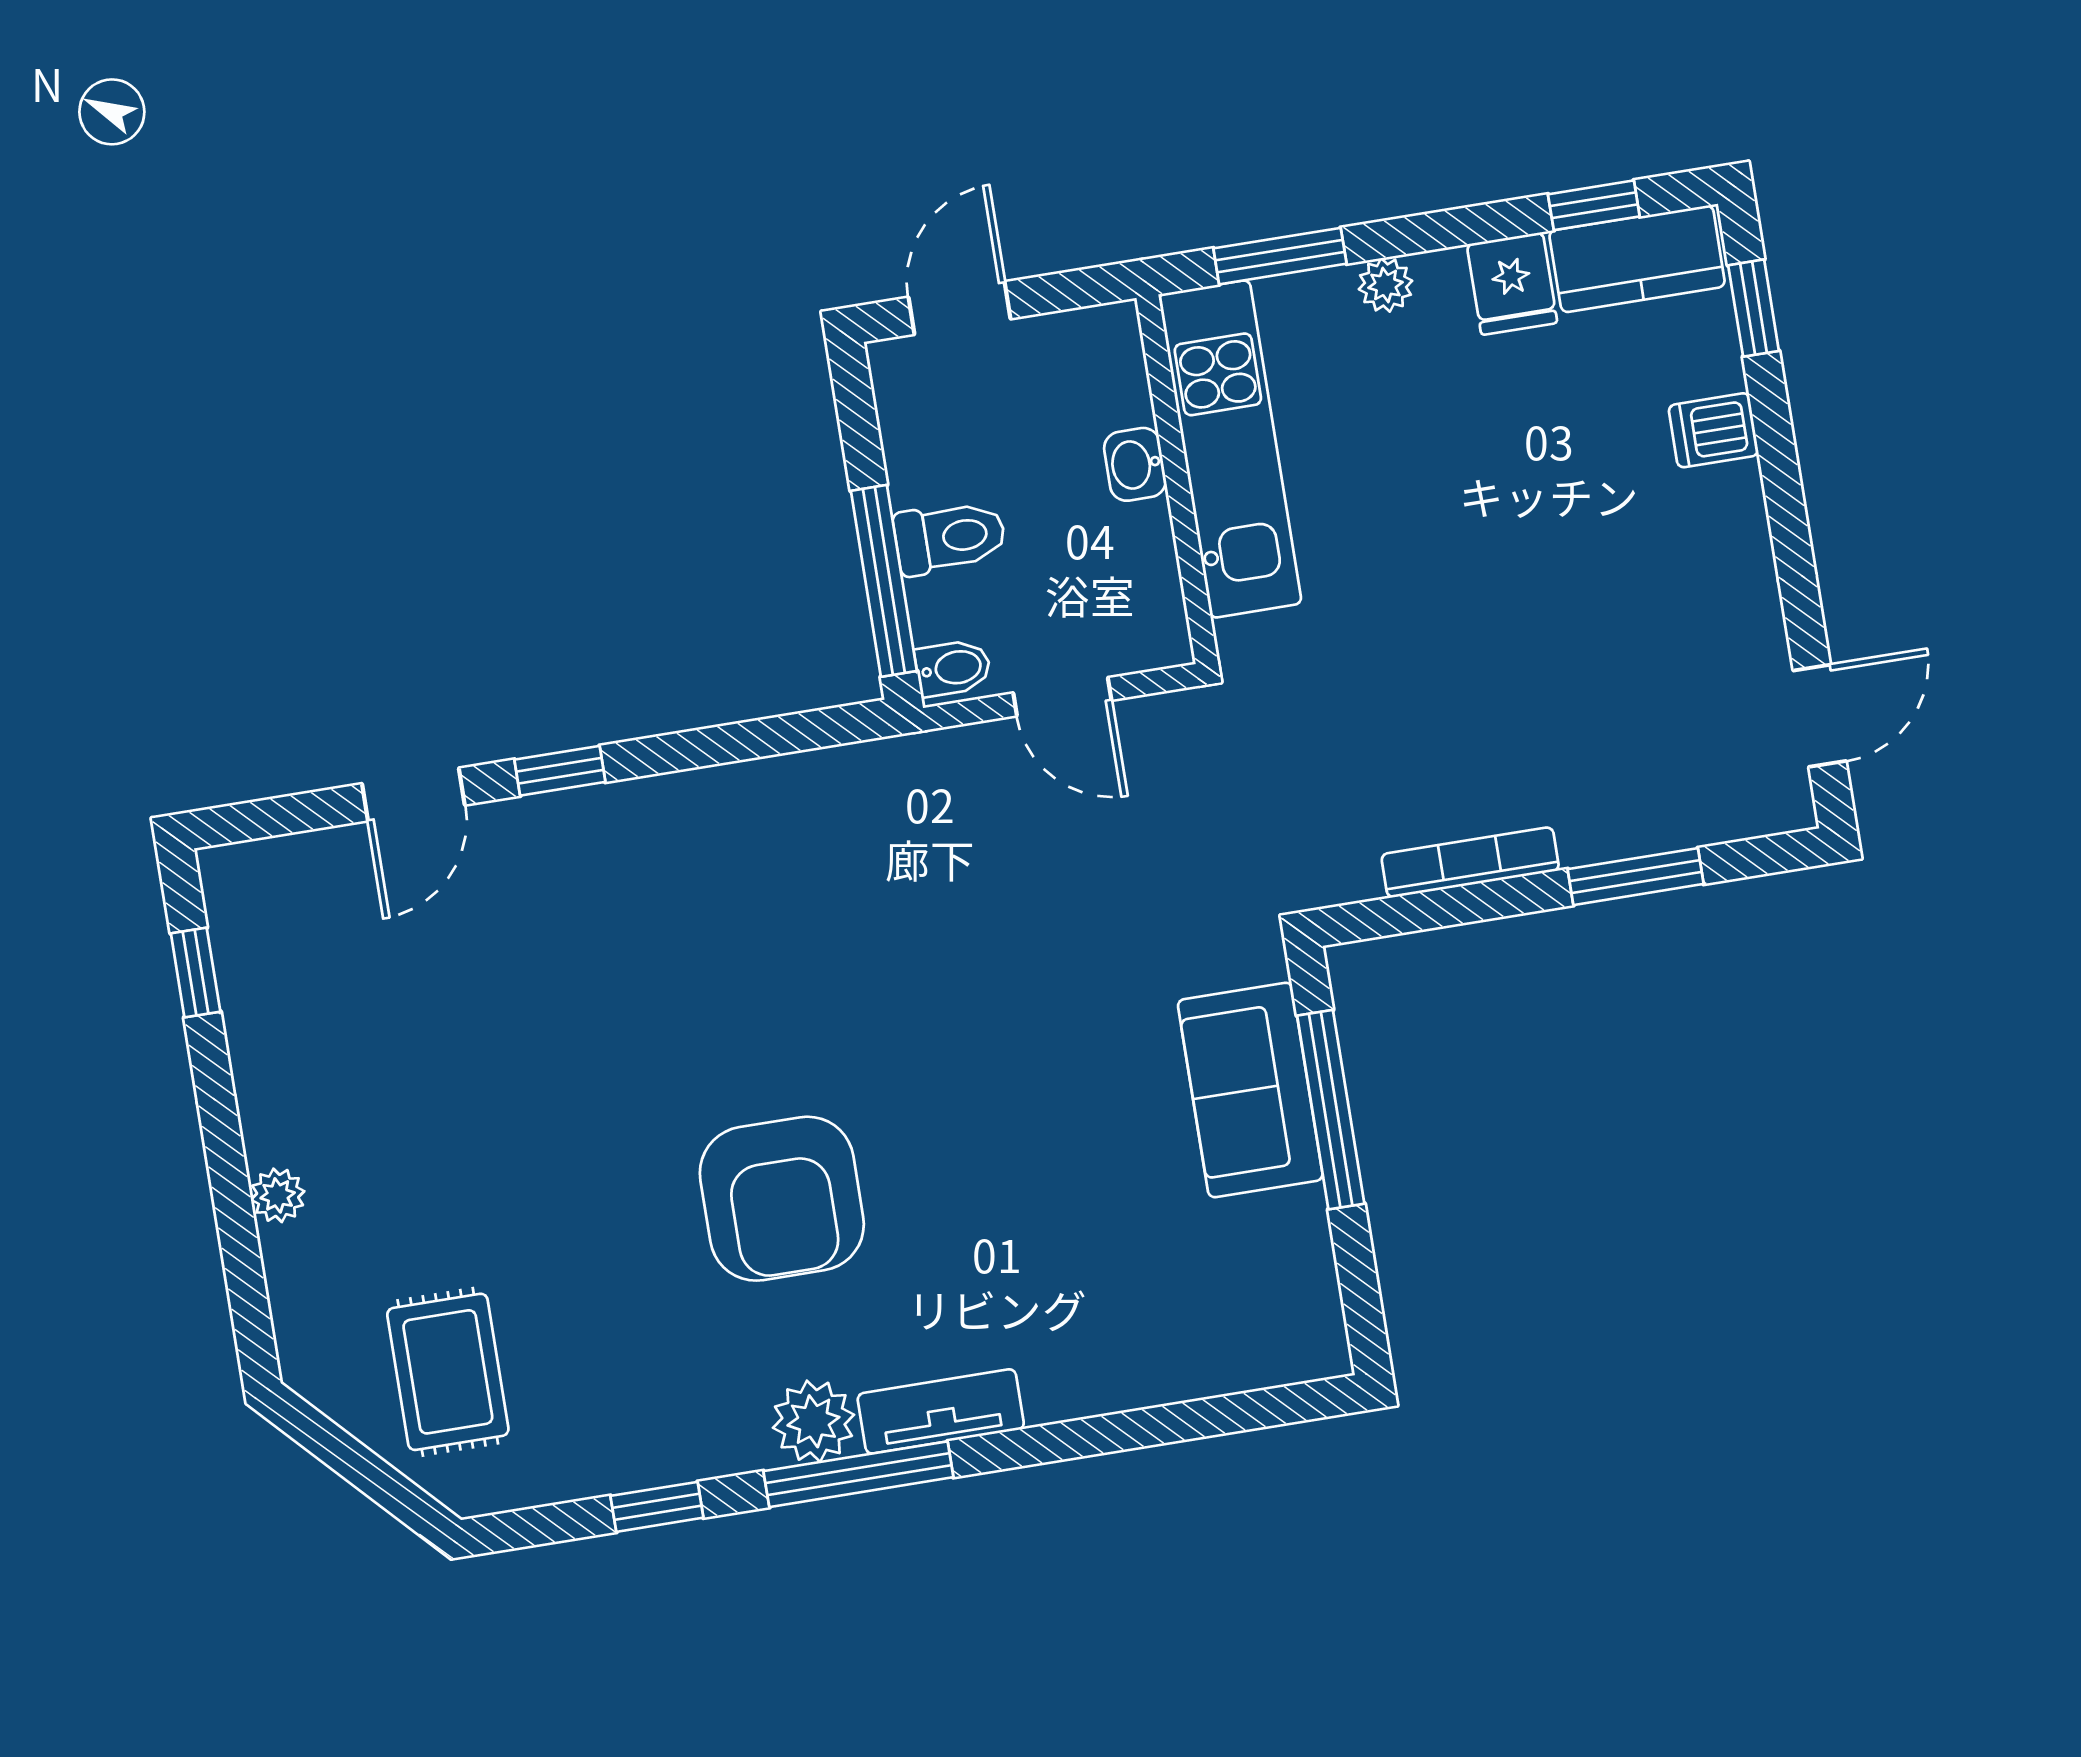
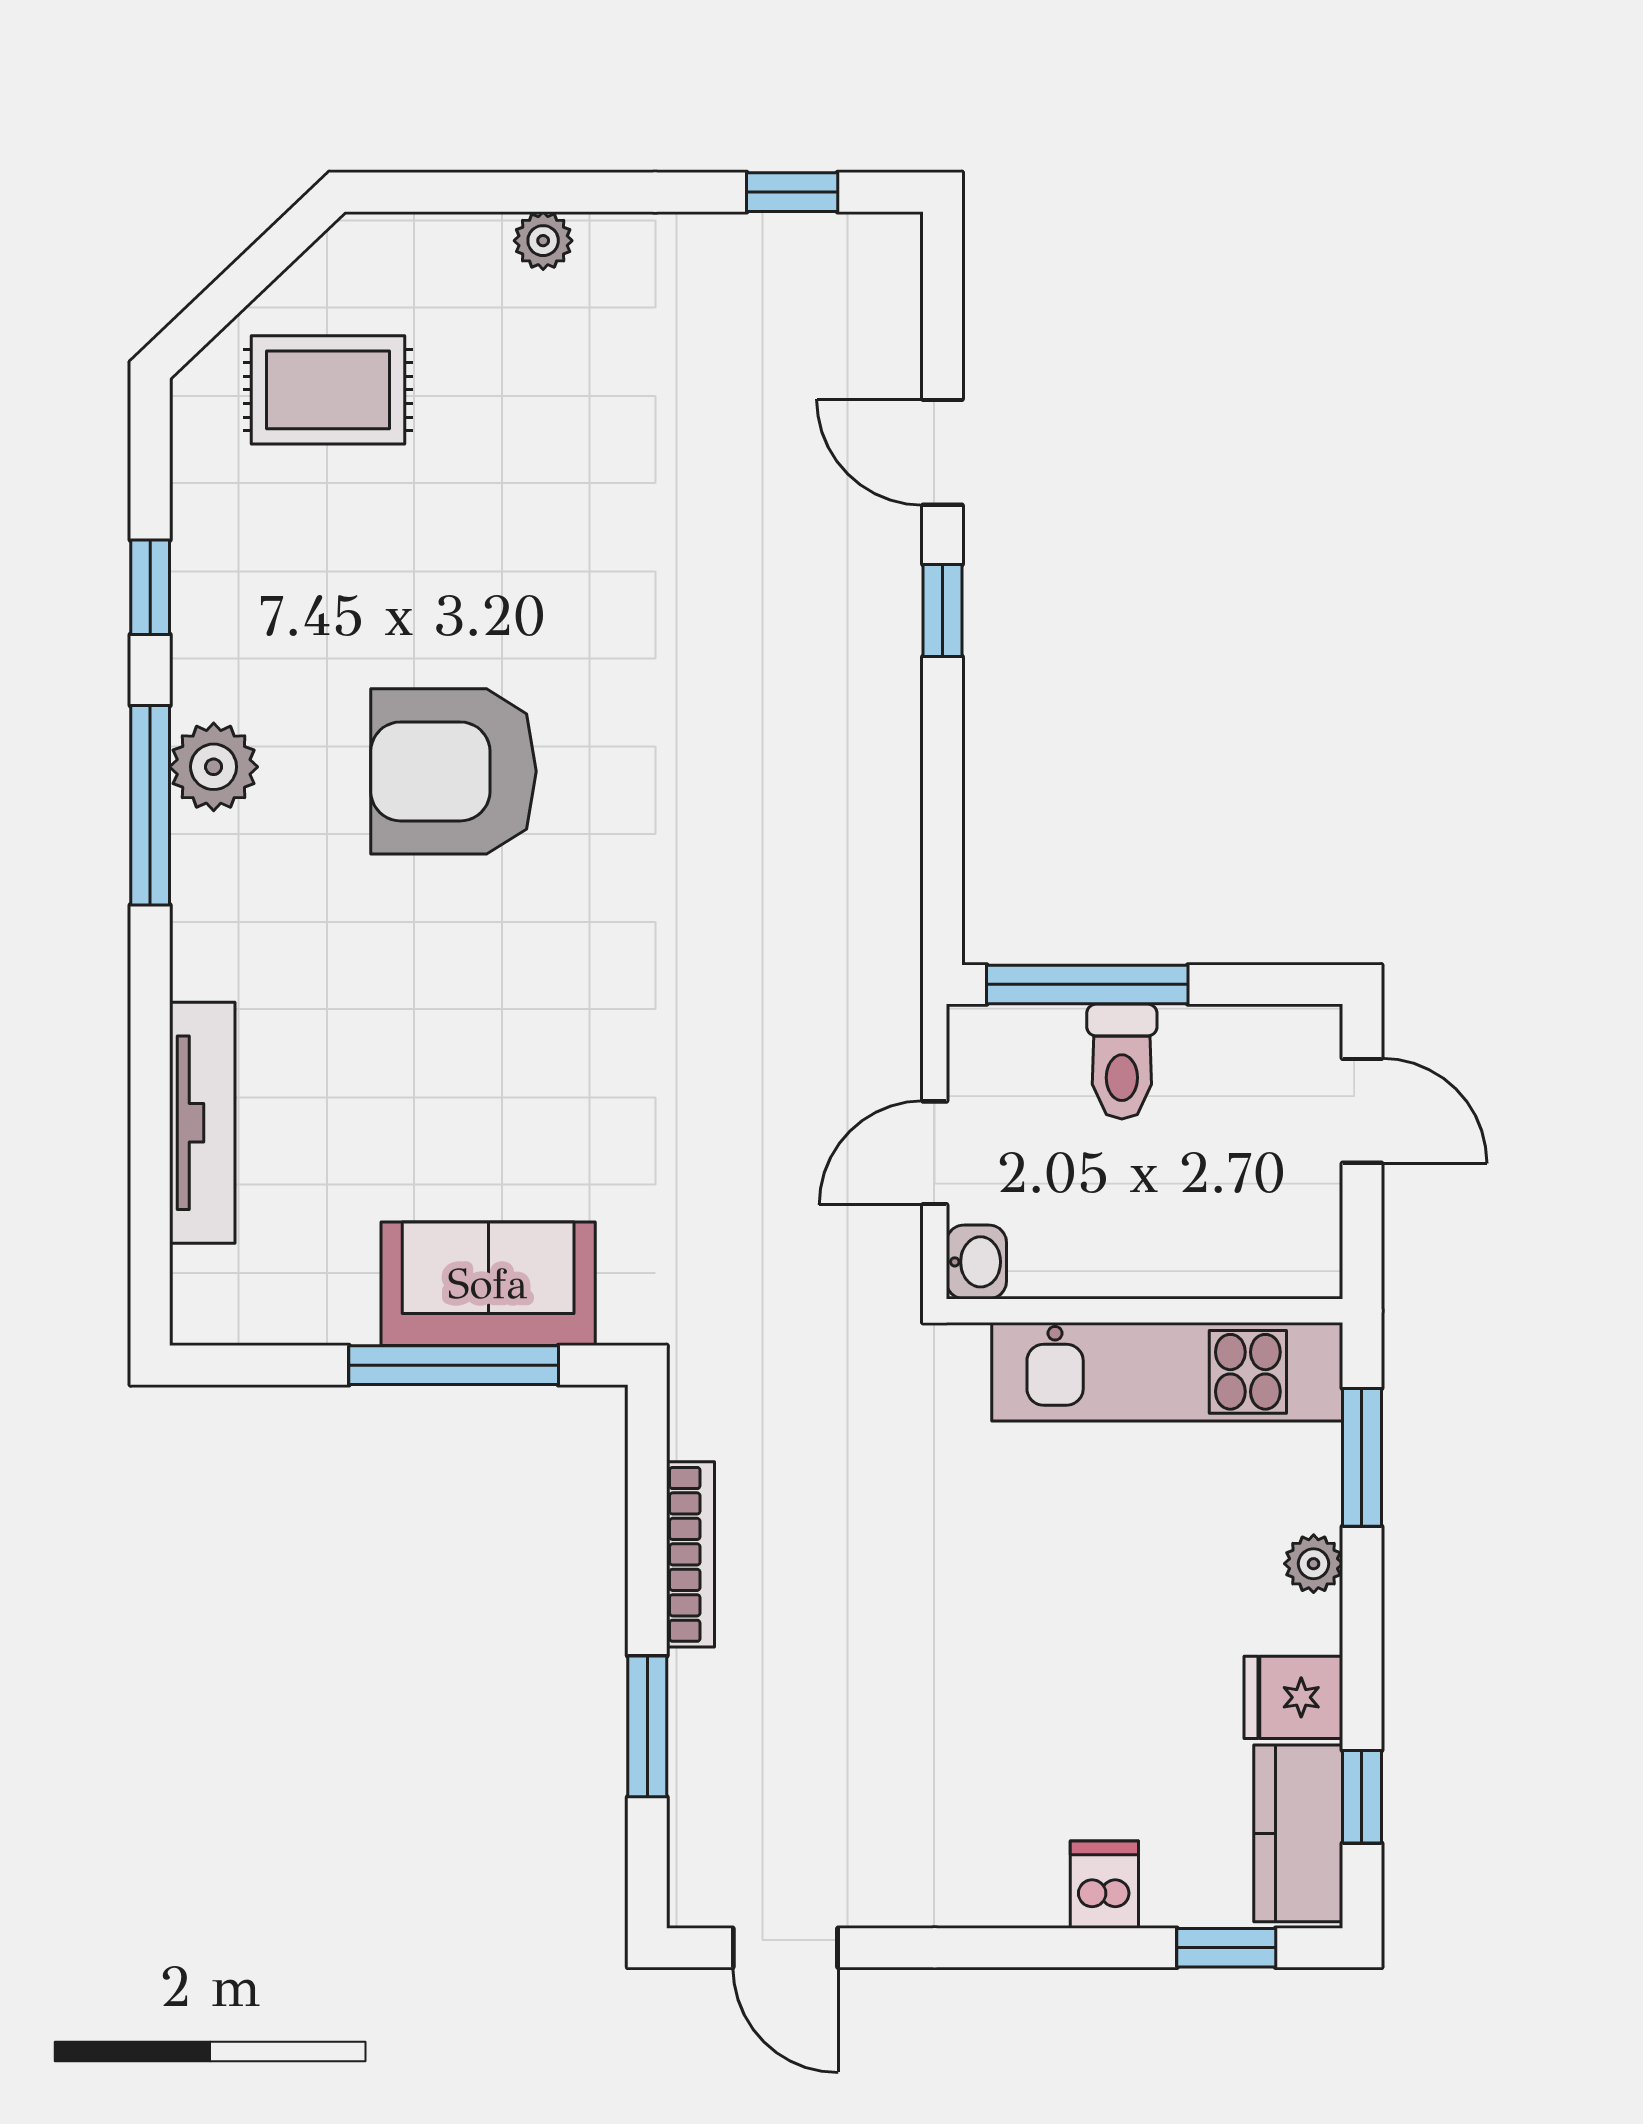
washbasin: (1135, 464) -> (976, 1262), moved, turned 90
bidet: (953, 668) -> (984, 1043), removed
tv unit: (941, 1411) -> (202, 1123), moved, width x1.41

